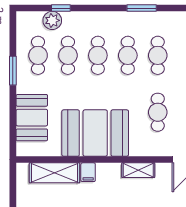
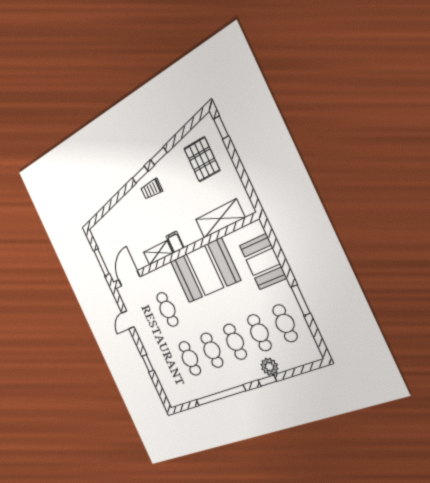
window: (61, 8) -> (267, 381), moved
window: (142, 8) -> (221, 395), width x2.11
plant: (52, 20) -> (269, 367), moved
filing cabinet: (88, 172) -> (175, 242), moved

